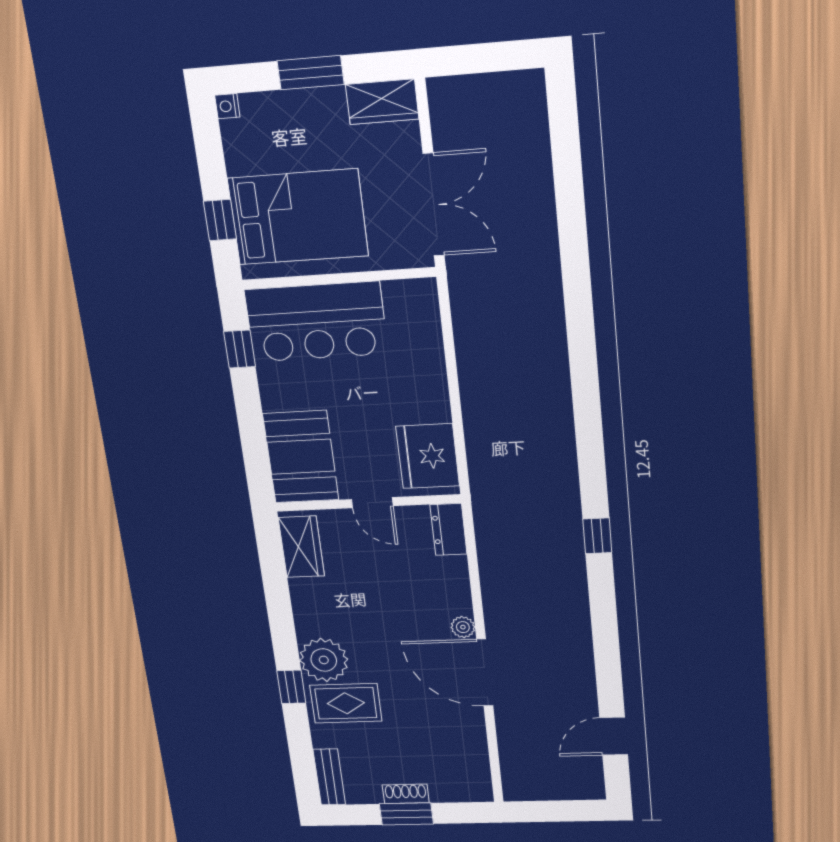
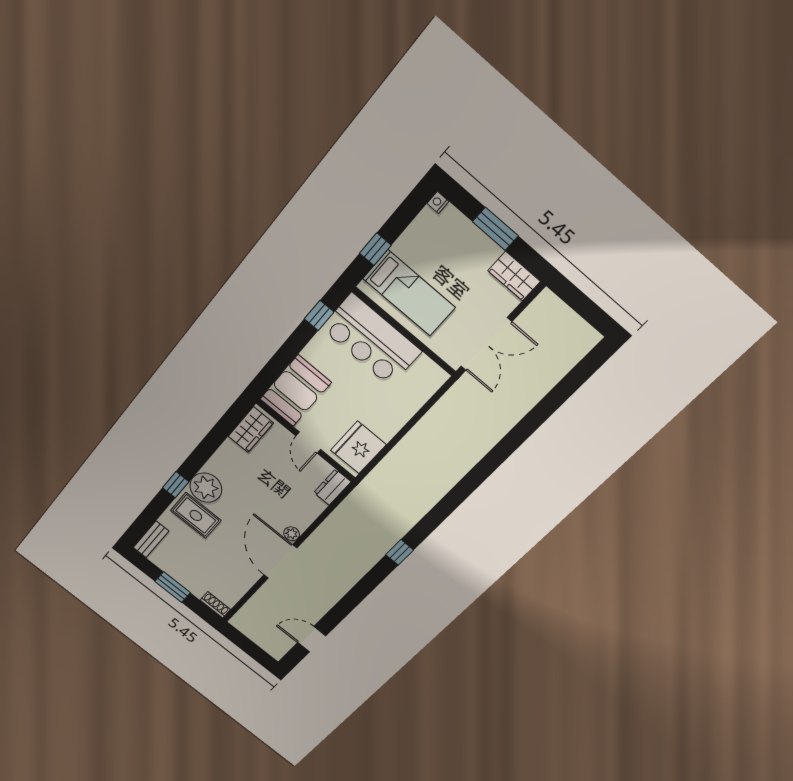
bed: (298, 217) -> (409, 293), width x0.67
shoe rack: (406, 794) -> (215, 605), moved

